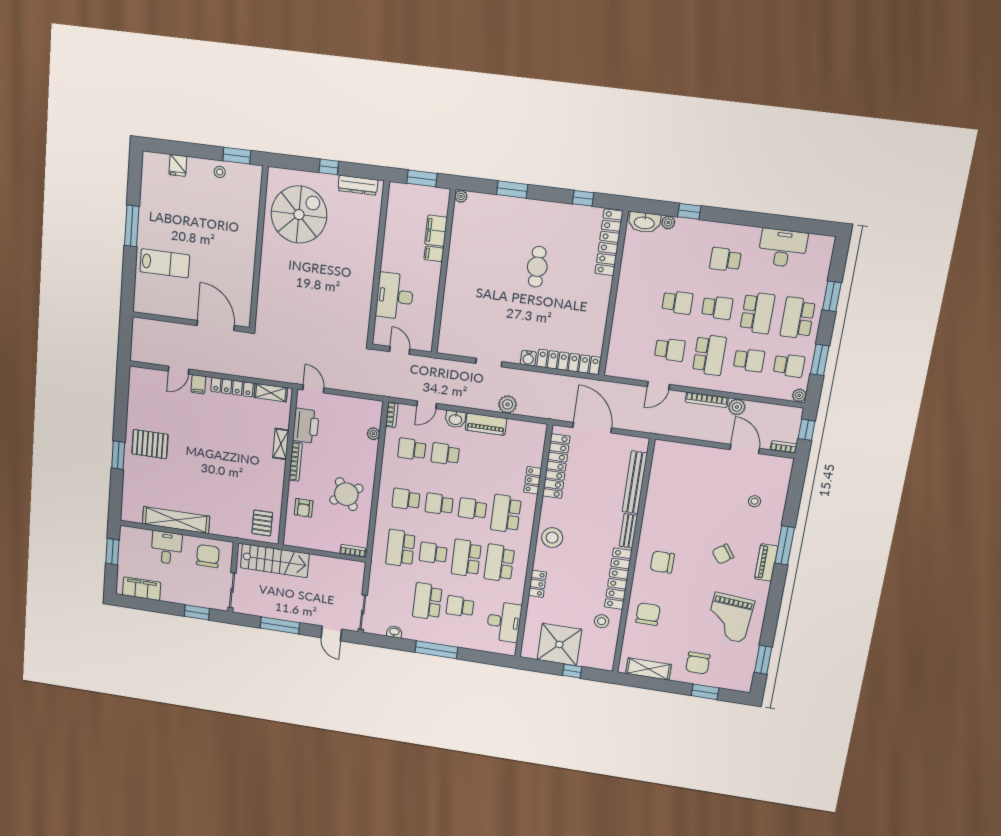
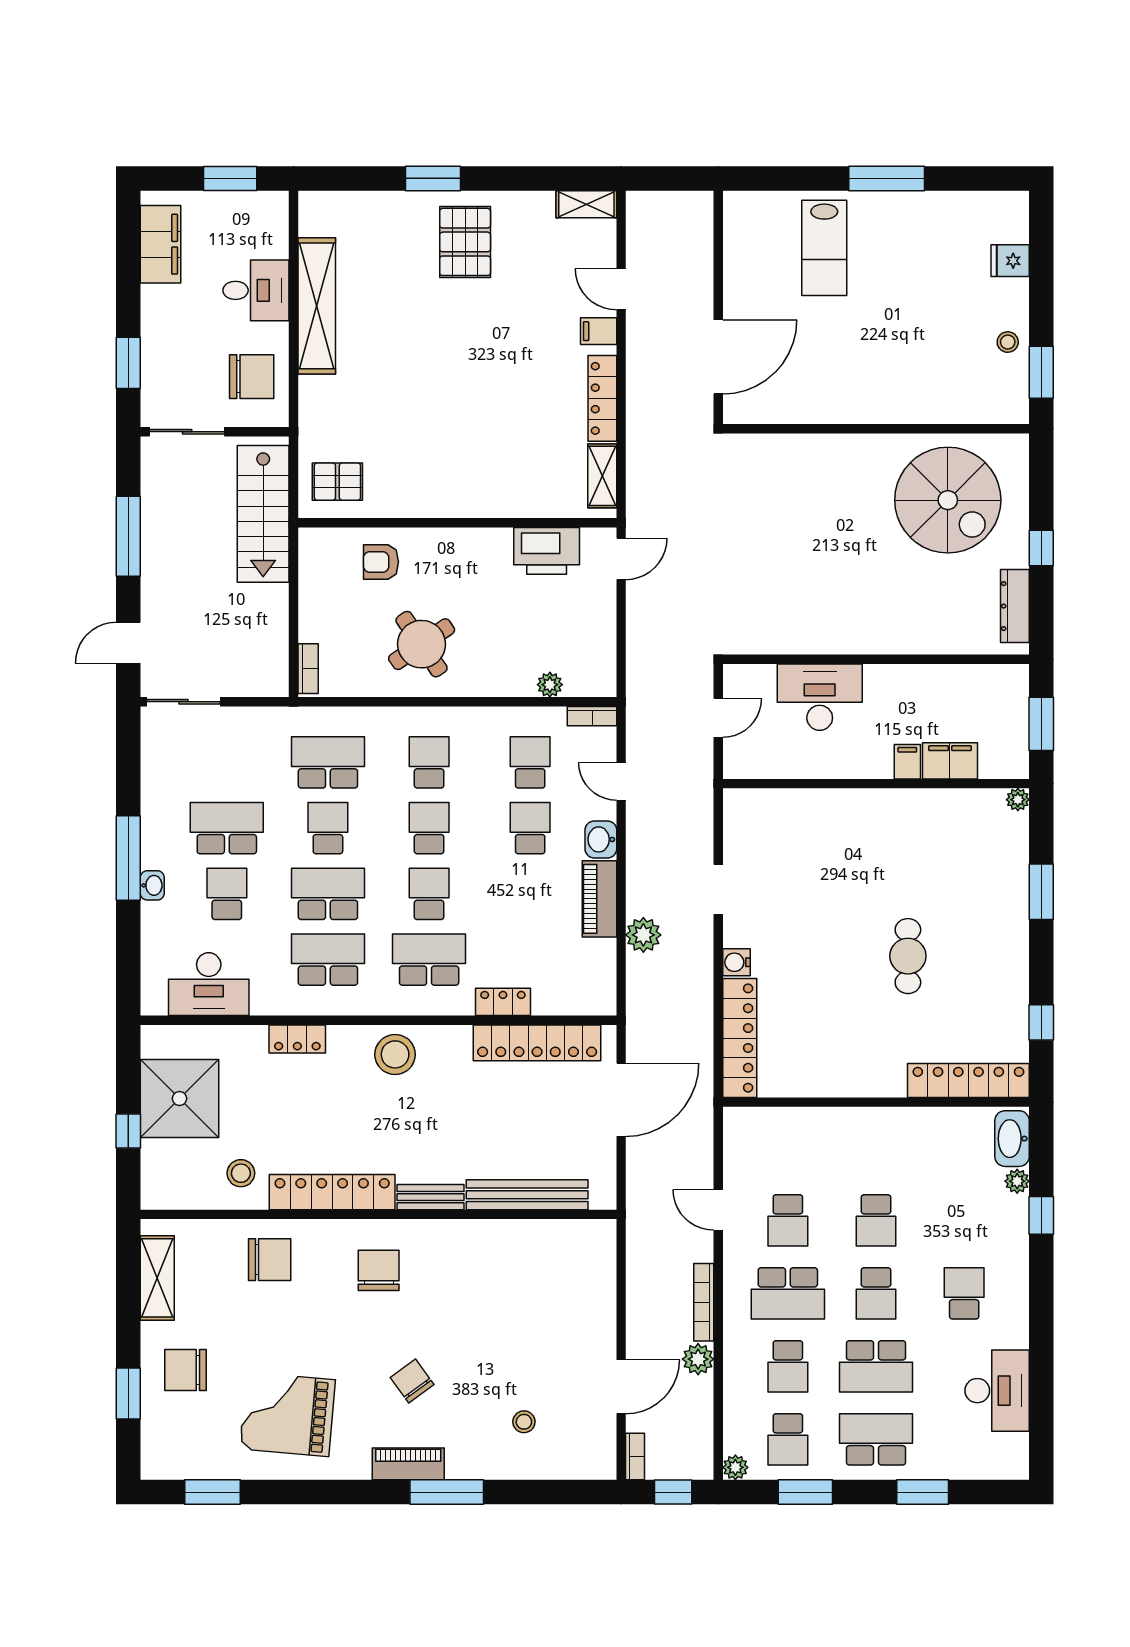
cafe table: (537, 267) -> (908, 956), turned 90
shelving: (281, 444) -> (586, 204), moved
bookcase: (296, 462) -> (472, 537), removed
washbasin: (394, 632) -> (152, 885), moved

